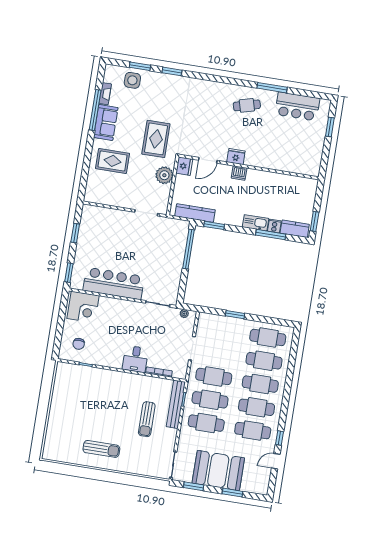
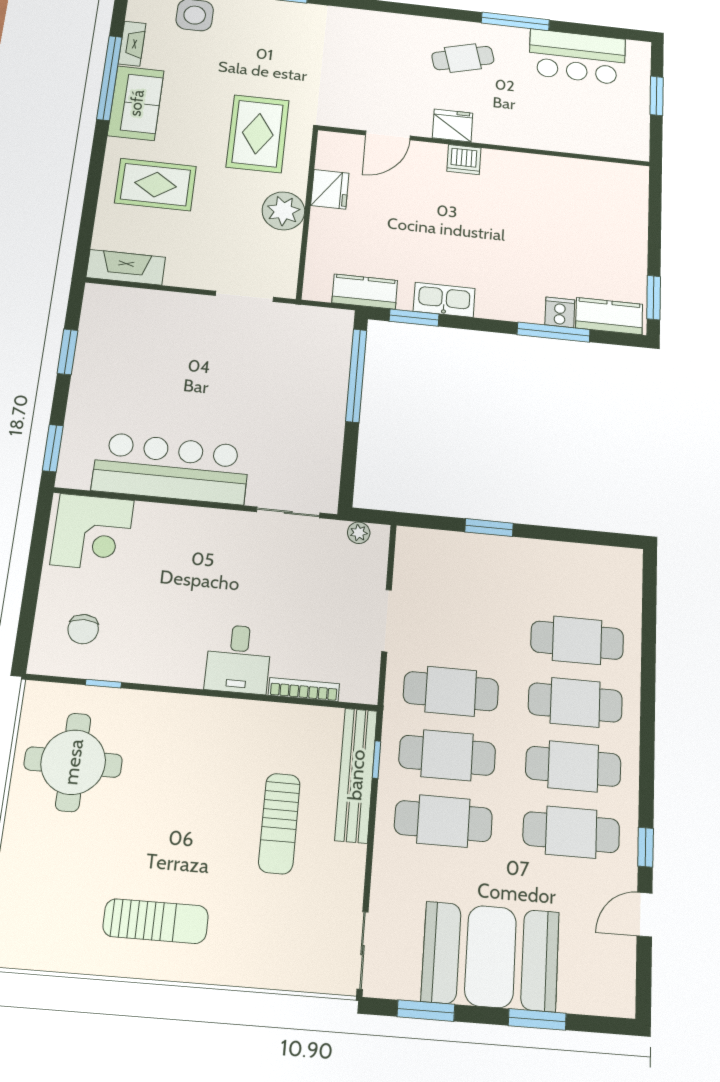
fridge: (236, 157) -> (453, 125), moved
door: (208, 160) -> (388, 135), moved
wall: (249, 167) -> (485, 146), moved
dishwasher: (239, 173) -> (464, 160), moved
fireplace: (99, 198) -> (126, 267), added
kitchen counter: (195, 213) -> (365, 292), width x0.67
kitchen sink: (256, 223) -> (444, 300), moved
cafe table: (268, 337) -> (579, 580), removed
round table: (74, 392) -> (73, 762), added

